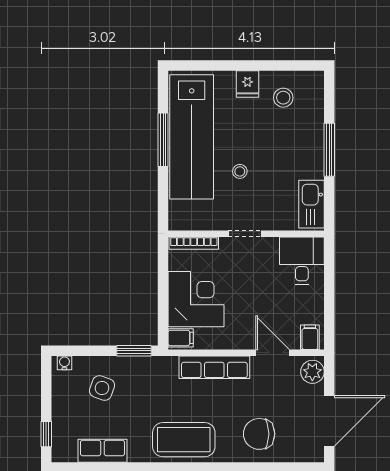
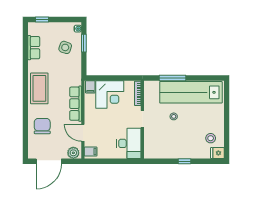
fridge: (248, 84) -> (217, 153), moved
window: (163, 140) -> (173, 78), moved
window: (329, 150) -> (184, 161), width x0.46
kitchen sink: (311, 204) -> (157, 152), removed
desk: (302, 261) -> (129, 143), width x1.37
window: (134, 351) -> (84, 43), moved
door: (273, 353) -> (83, 133), swing flipped
door: (329, 421) -> (49, 161), hinge flipped

